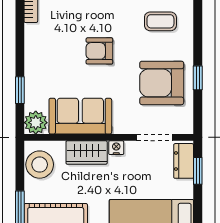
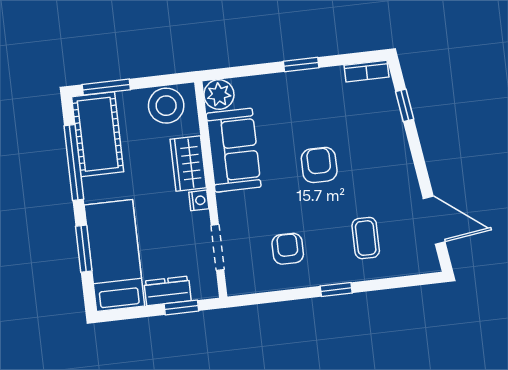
window: (198, 78) -> (336, 290), moved
armchair: (162, 83) -> (288, 249), width x0.53, depth x0.53
window: (20, 90) -> (301, 64), moved
dresser: (184, 161) -> (168, 291), moved

